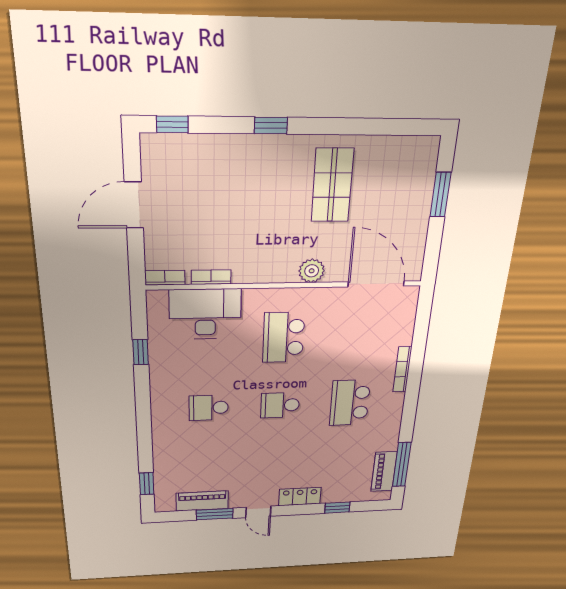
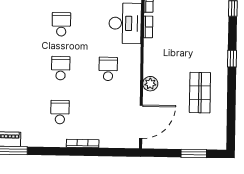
shop shelf: (332, 185) -> (200, 93), turned 90
school desk: (284, 337) -> (108, 69), width x0.54
school desk: (350, 403) -> (60, 112), width x0.54

